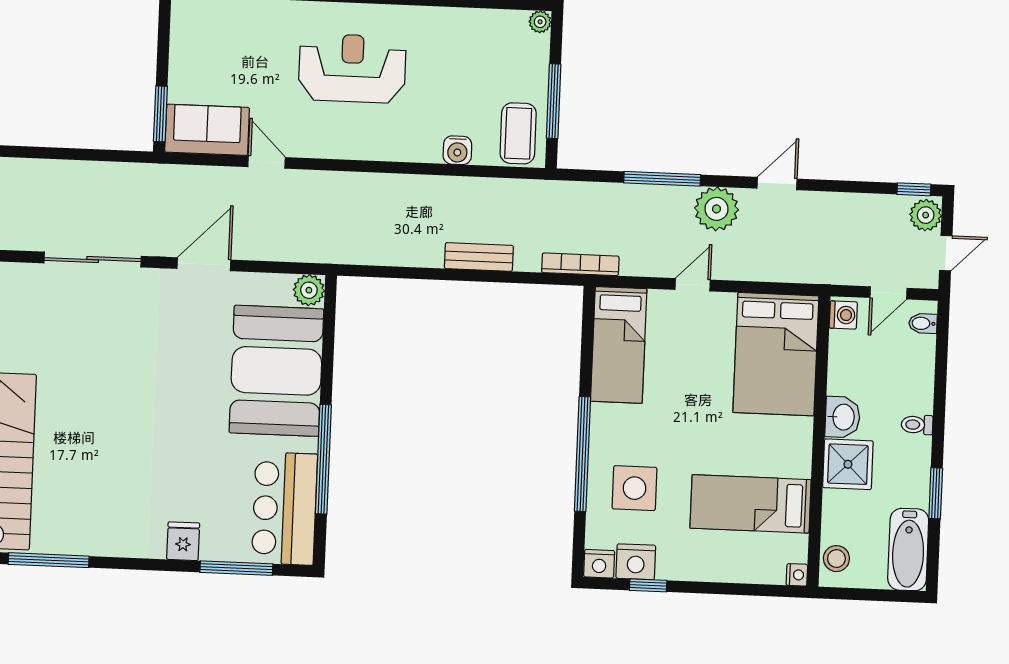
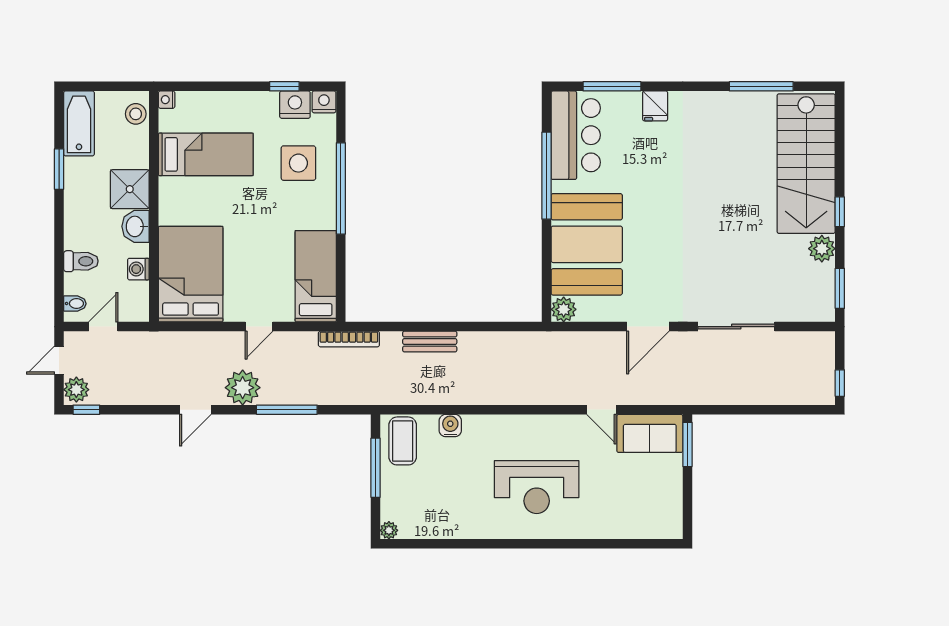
washing machine: (843, 315) -> (138, 269), moved
toilet: (917, 425) -> (81, 261), moved, width x1.37, depth x1.39

